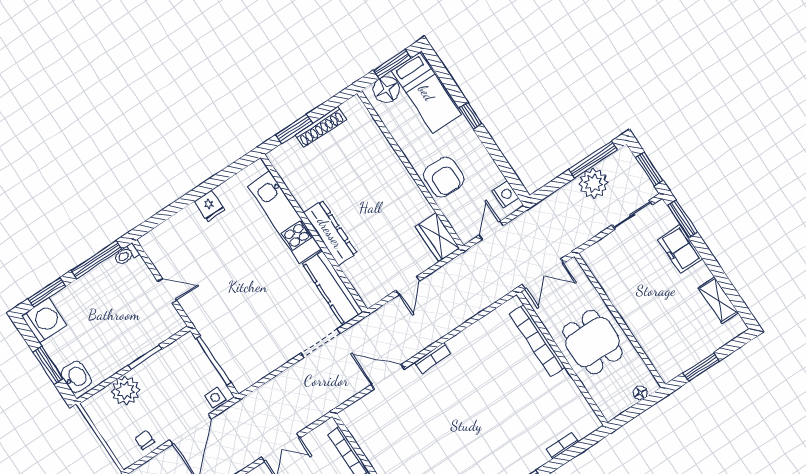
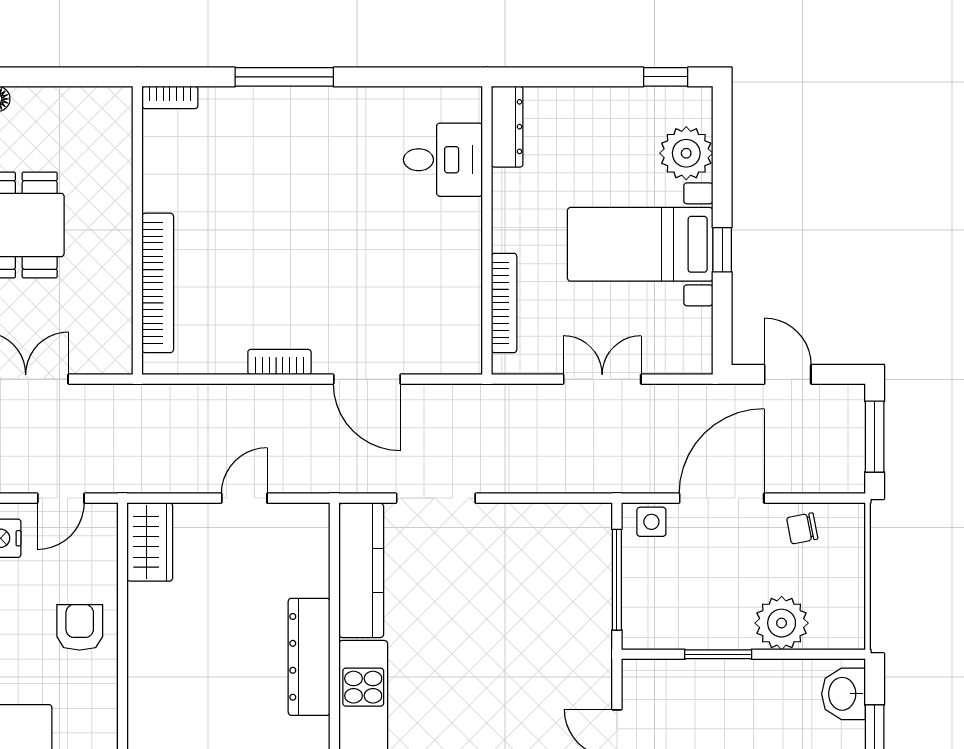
armchair: (444, 177) -> (80, 627), width x0.72, depth x0.72
bookcase: (537, 341) -> (158, 283), moved
wall: (562, 358) -> (137, 230), moved
chair: (145, 440) -> (802, 528), turned 79

